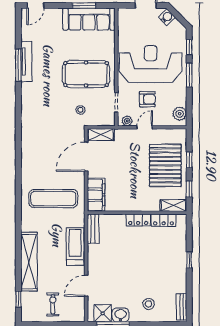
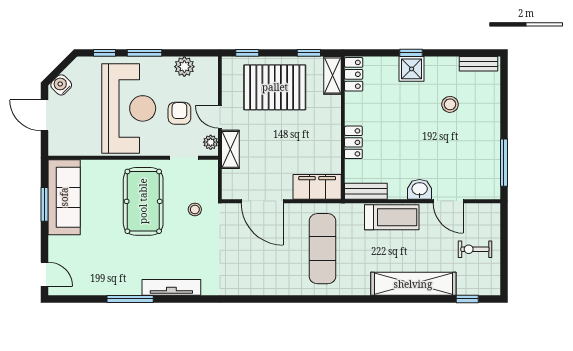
tv unit: (26, 62) -> (171, 287), moved
reception desk: (151, 64) -> (129, 108), turned 180
plant: (180, 114) -> (184, 67), moved
shelving: (101, 135) -> (230, 149), moved
window: (189, 160) -> (247, 53), moved
locker: (138, 220) -> (353, 142), moved
locker: (164, 220) -> (354, 74), moved
treadmill: (75, 247) -> (392, 217), turned 180
stool: (149, 304) -> (450, 104), moved
shower: (103, 313) -> (412, 69), moved
washbasin: (120, 315) -> (420, 189), moved, turned 90

